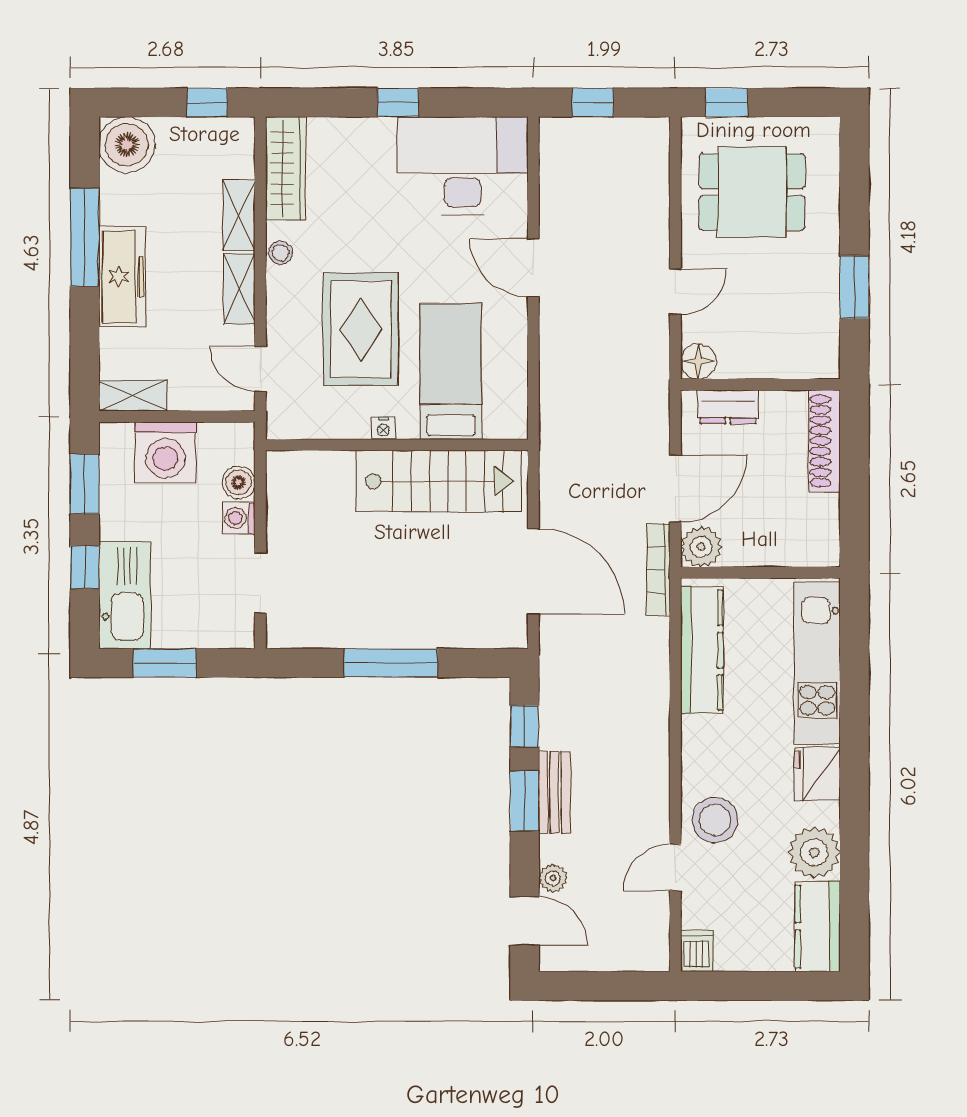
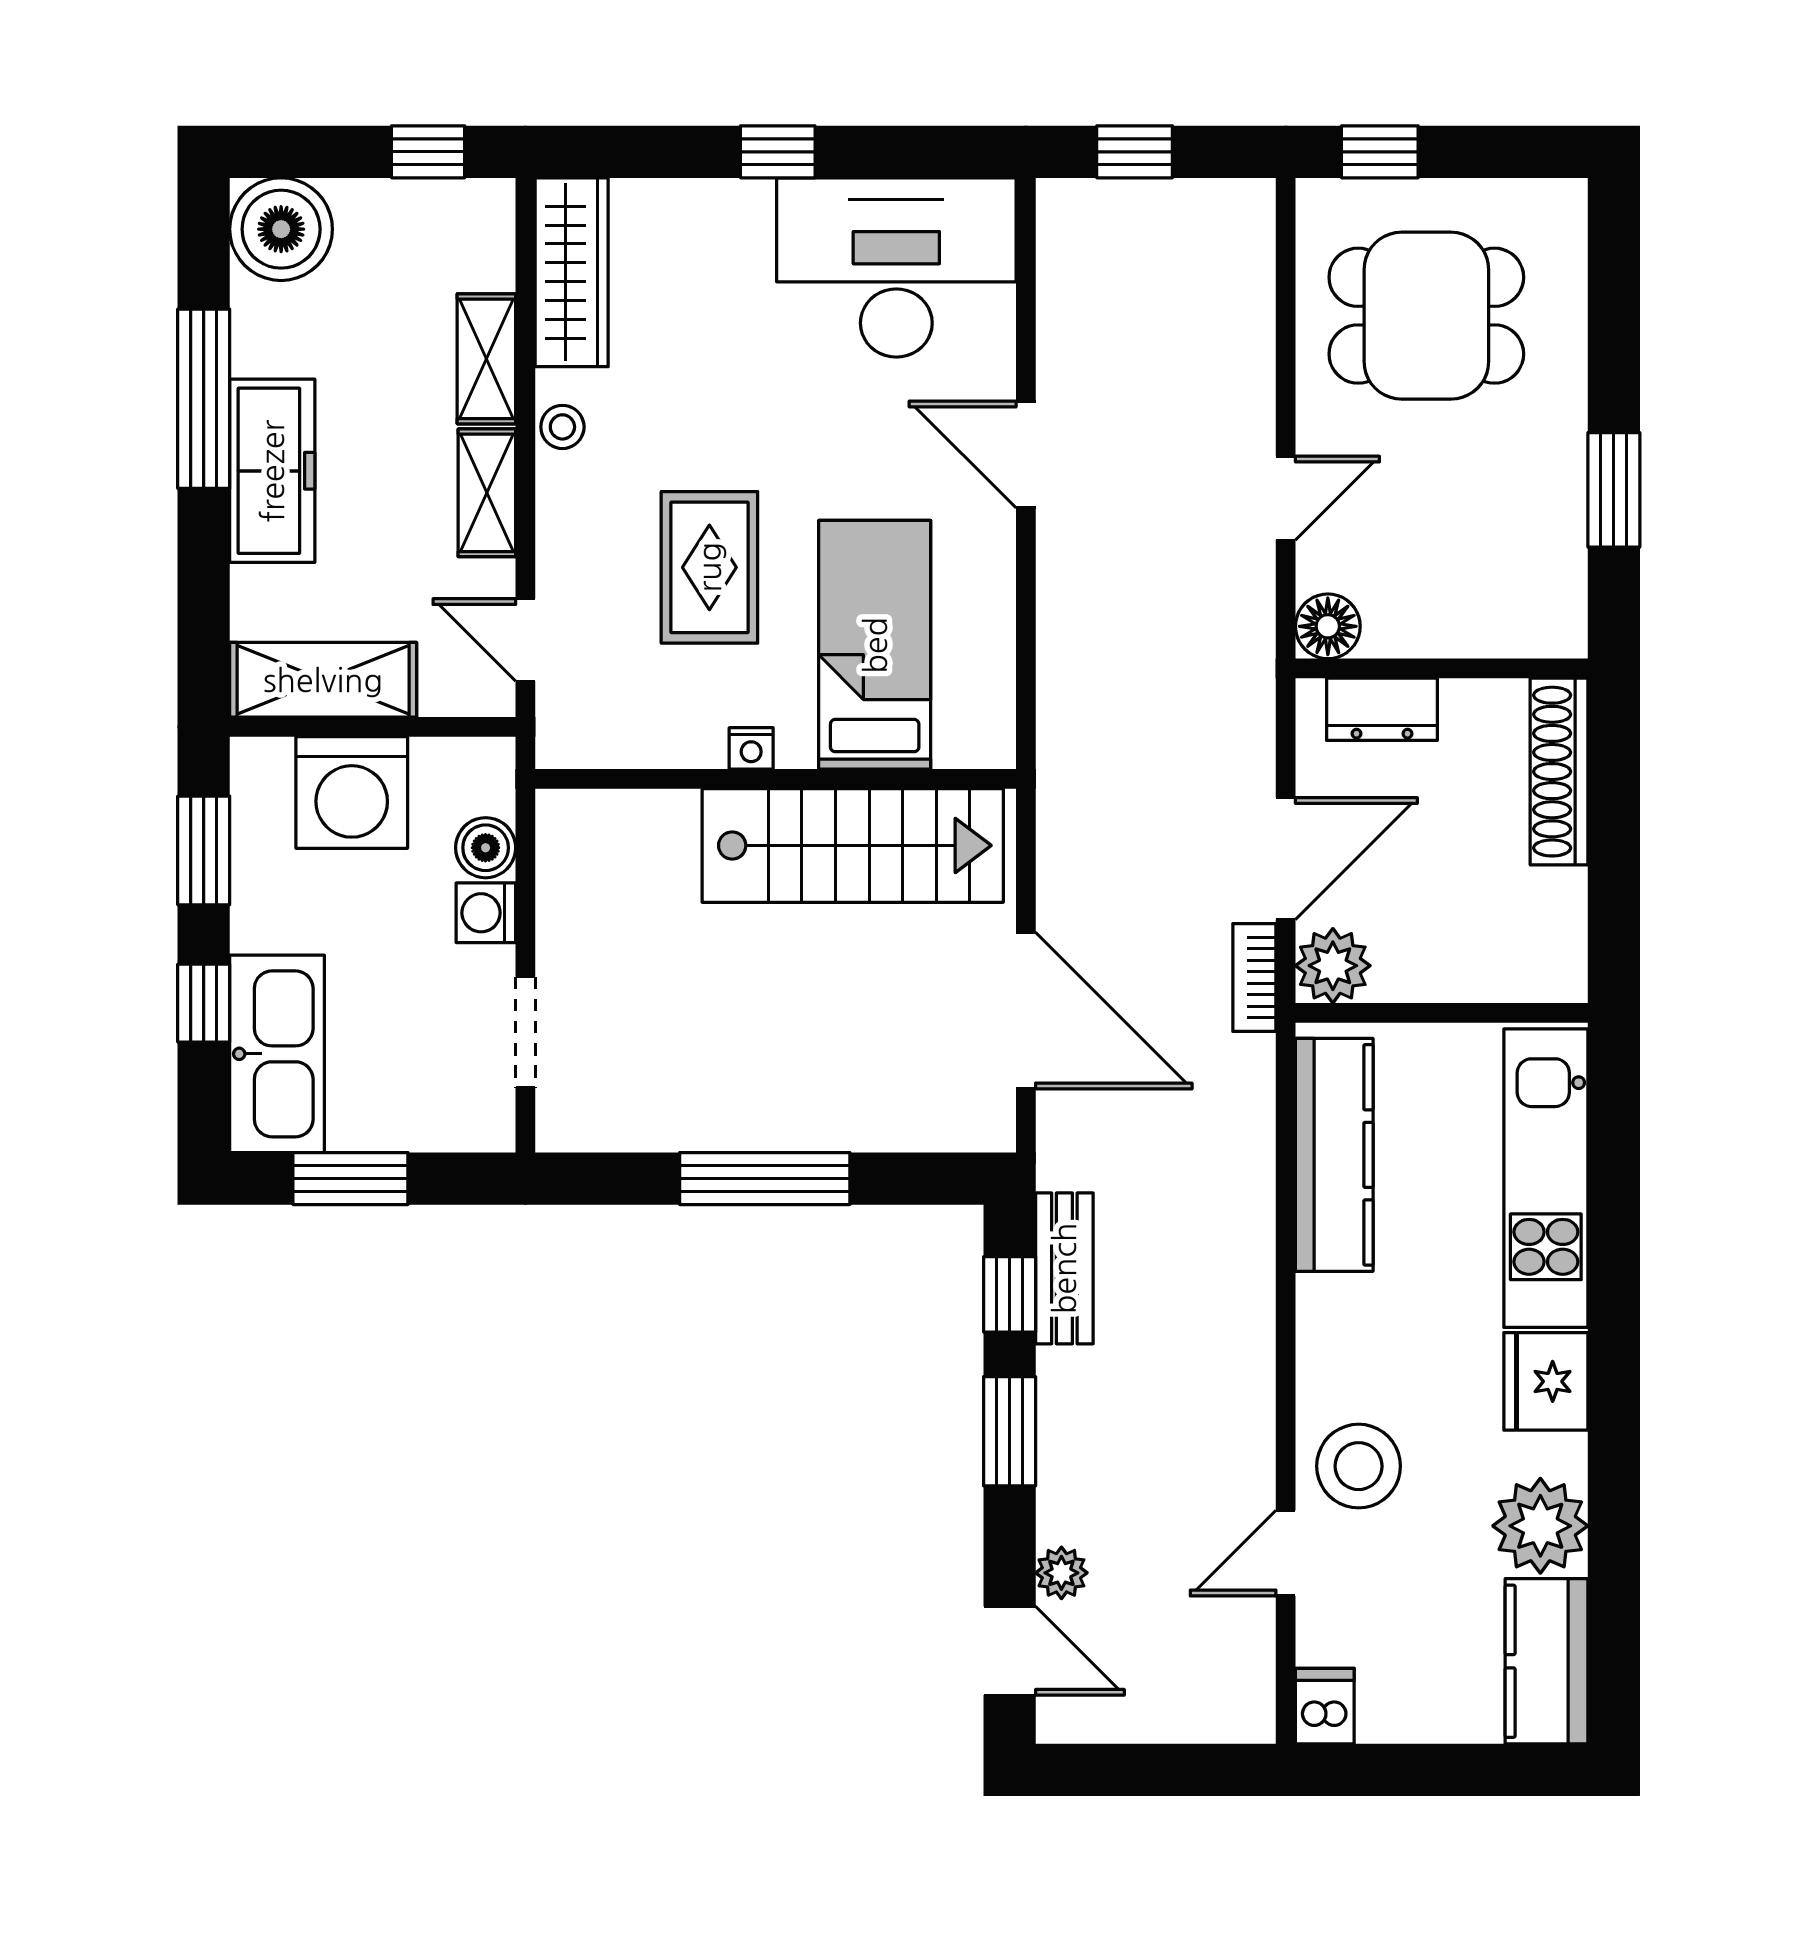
rug: (361, 329) -> (709, 567), width x0.73, depth x0.70
shelving: (133, 396) -> (323, 680), width x1.50, depth x1.33
bookcase: (658, 570) -> (1254, 978), width x0.64
bench: (554, 793) -> (1064, 1268), moved

